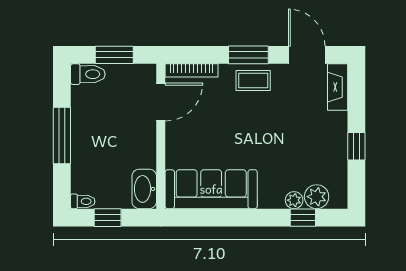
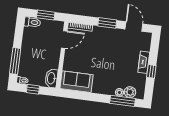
coffee table: (253, 81) -> (108, 35), removed
fireplace: (338, 87) -> (144, 62), moved
window: (62, 135) -> (15, 61), moved
sofa: (211, 189) -> (76, 82), width x0.73
window: (303, 218) -> (122, 101), width x2.17

